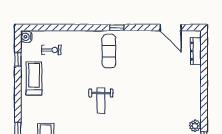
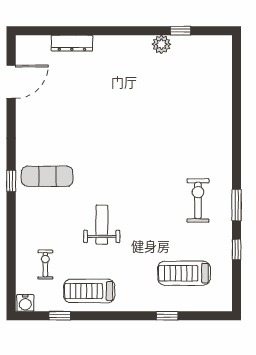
window: (117, 28) -> (11, 181), moved
dresser: (196, 51) -> (72, 43), moved
weight bench: (101, 101) -> (102, 225), moved, turned -90

